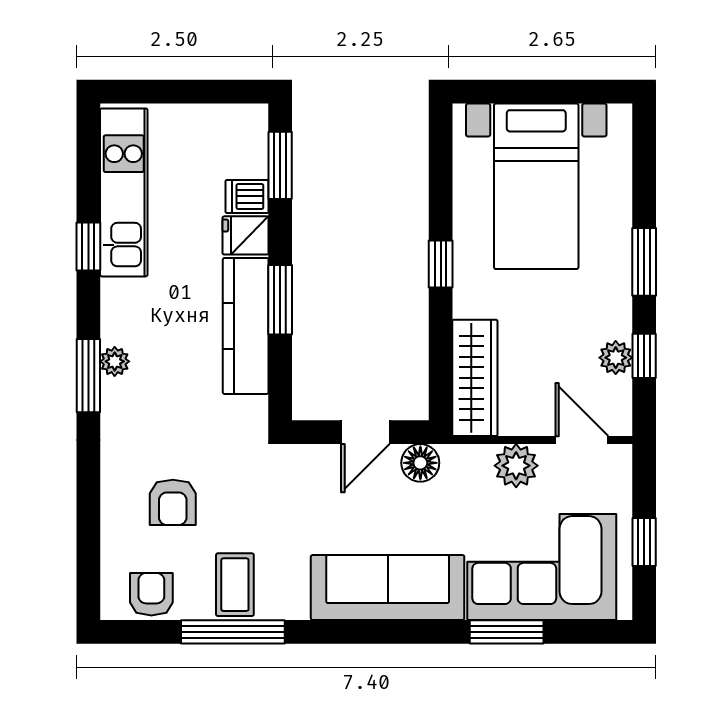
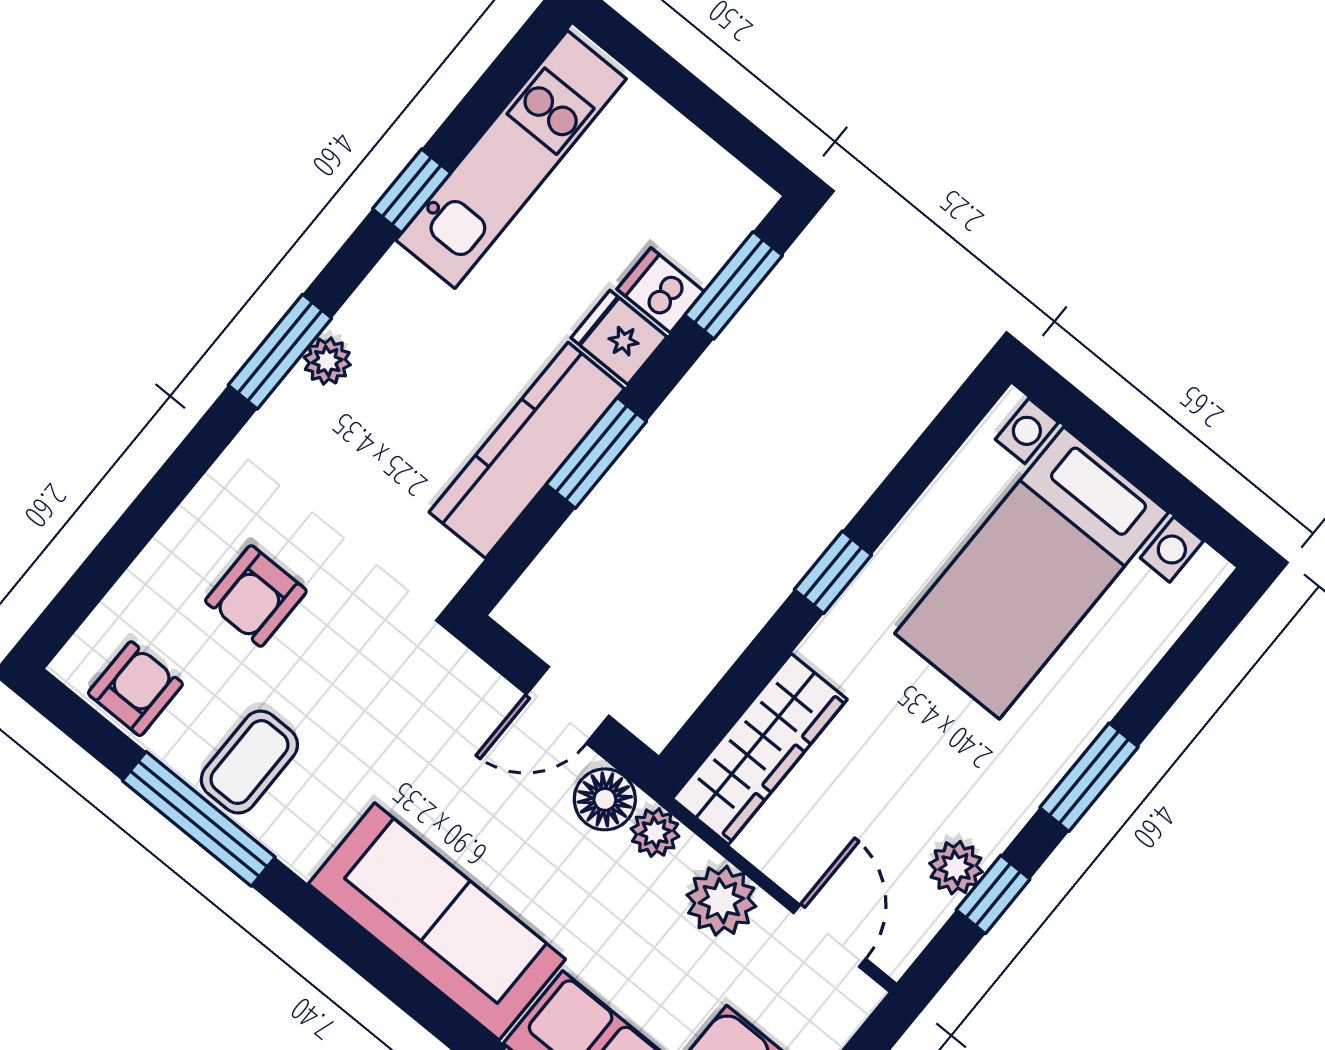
plant: (457, 459) -> (655, 833), added

